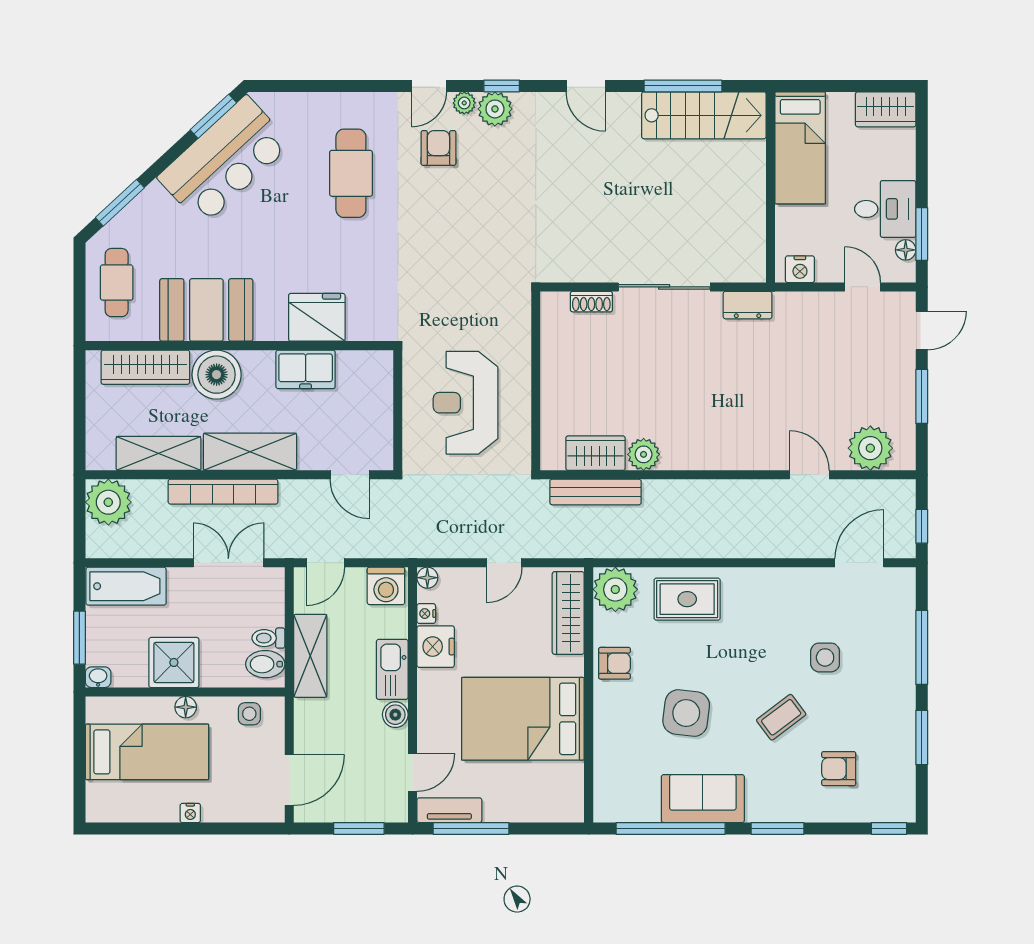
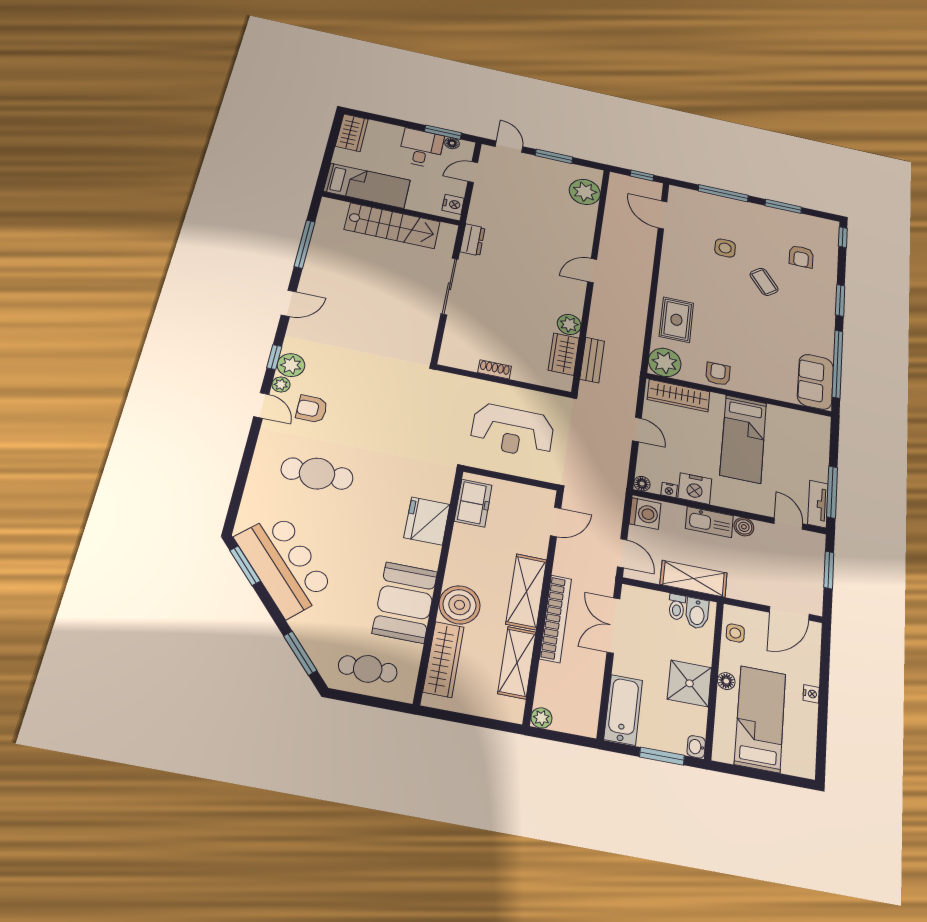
stairs: (704, 115) -> (392, 226), moved, turned 90
shoe rack: (591, 302) -> (495, 369), moved, turned -90
freezer: (306, 369) -> (473, 503), moved
door: (809, 475) -> (592, 271), moved
bench: (595, 492) -> (592, 360), width x0.73
plant: (108, 502) -> (541, 718), width x0.53, depth x0.53
side table: (686, 713) -> (757, 337), removed
bed: (523, 719) -> (743, 439), width x0.67
door: (289, 780) -> (789, 613), swing flipped
sofa: (703, 799) -> (815, 382), moved

